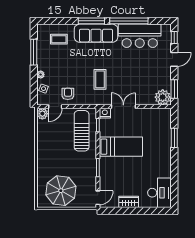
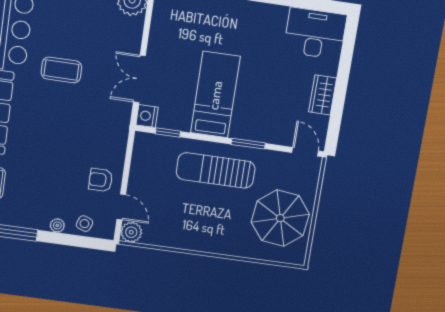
coffee table: (100, 79) -> (61, 70), moved
sun lounger: (82, 131) -> (216, 170), moved

